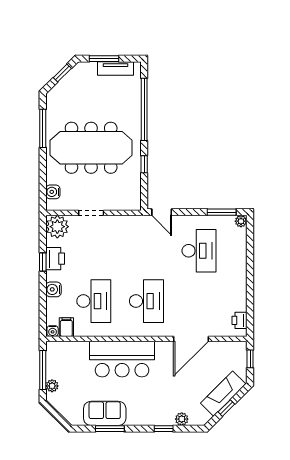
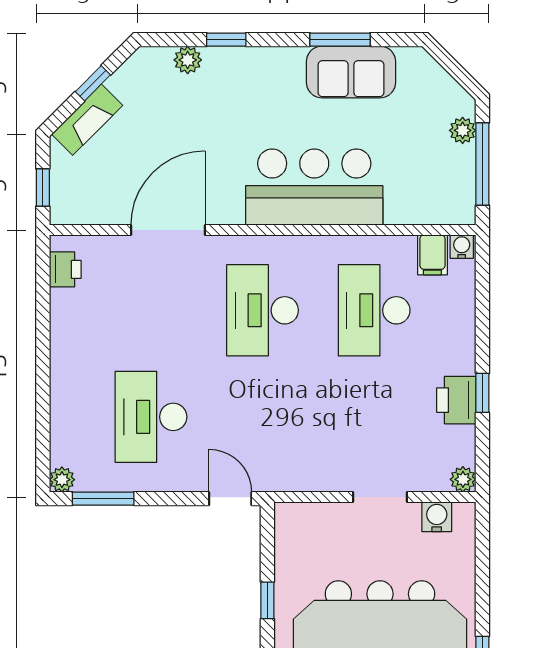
water cooler: (53, 192) -> (437, 517), moved, turned -90
plant: (57, 227) -> (463, 479), width x0.53, depth x0.53
water cooler: (53, 289) -> (460, 335), removed
fireplace: (223, 394) -> (87, 120), width x0.73, depth x0.76

